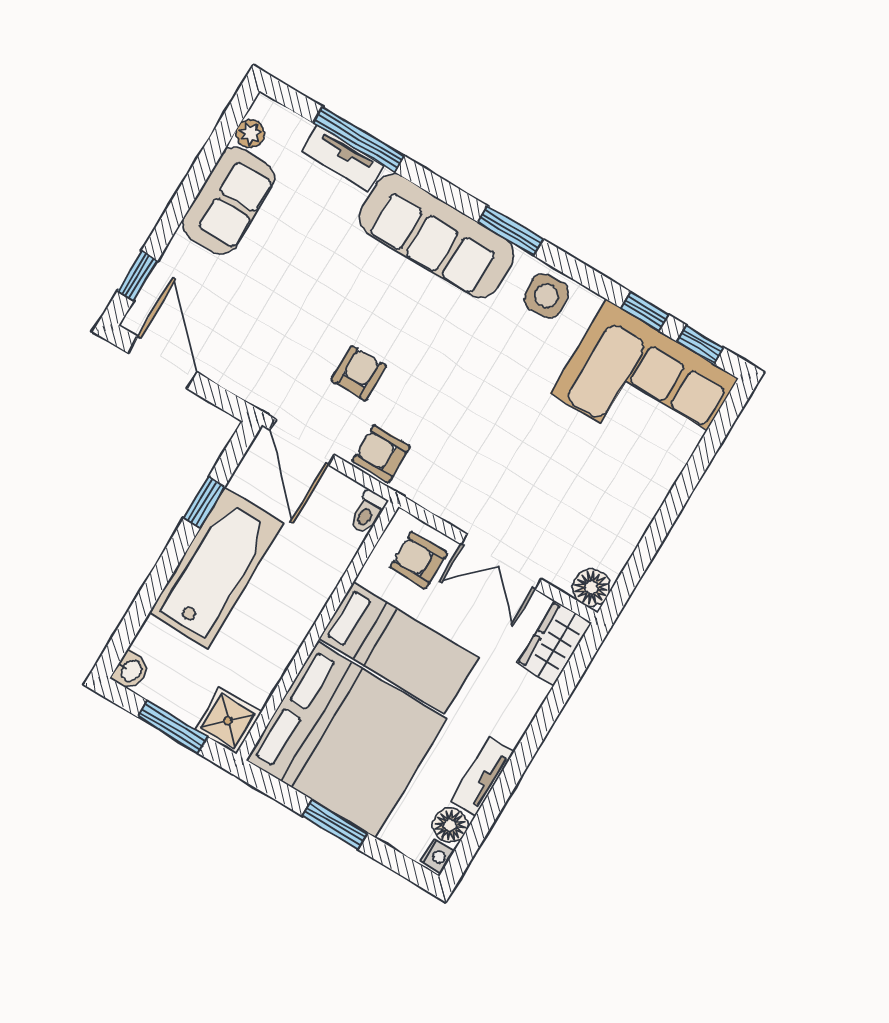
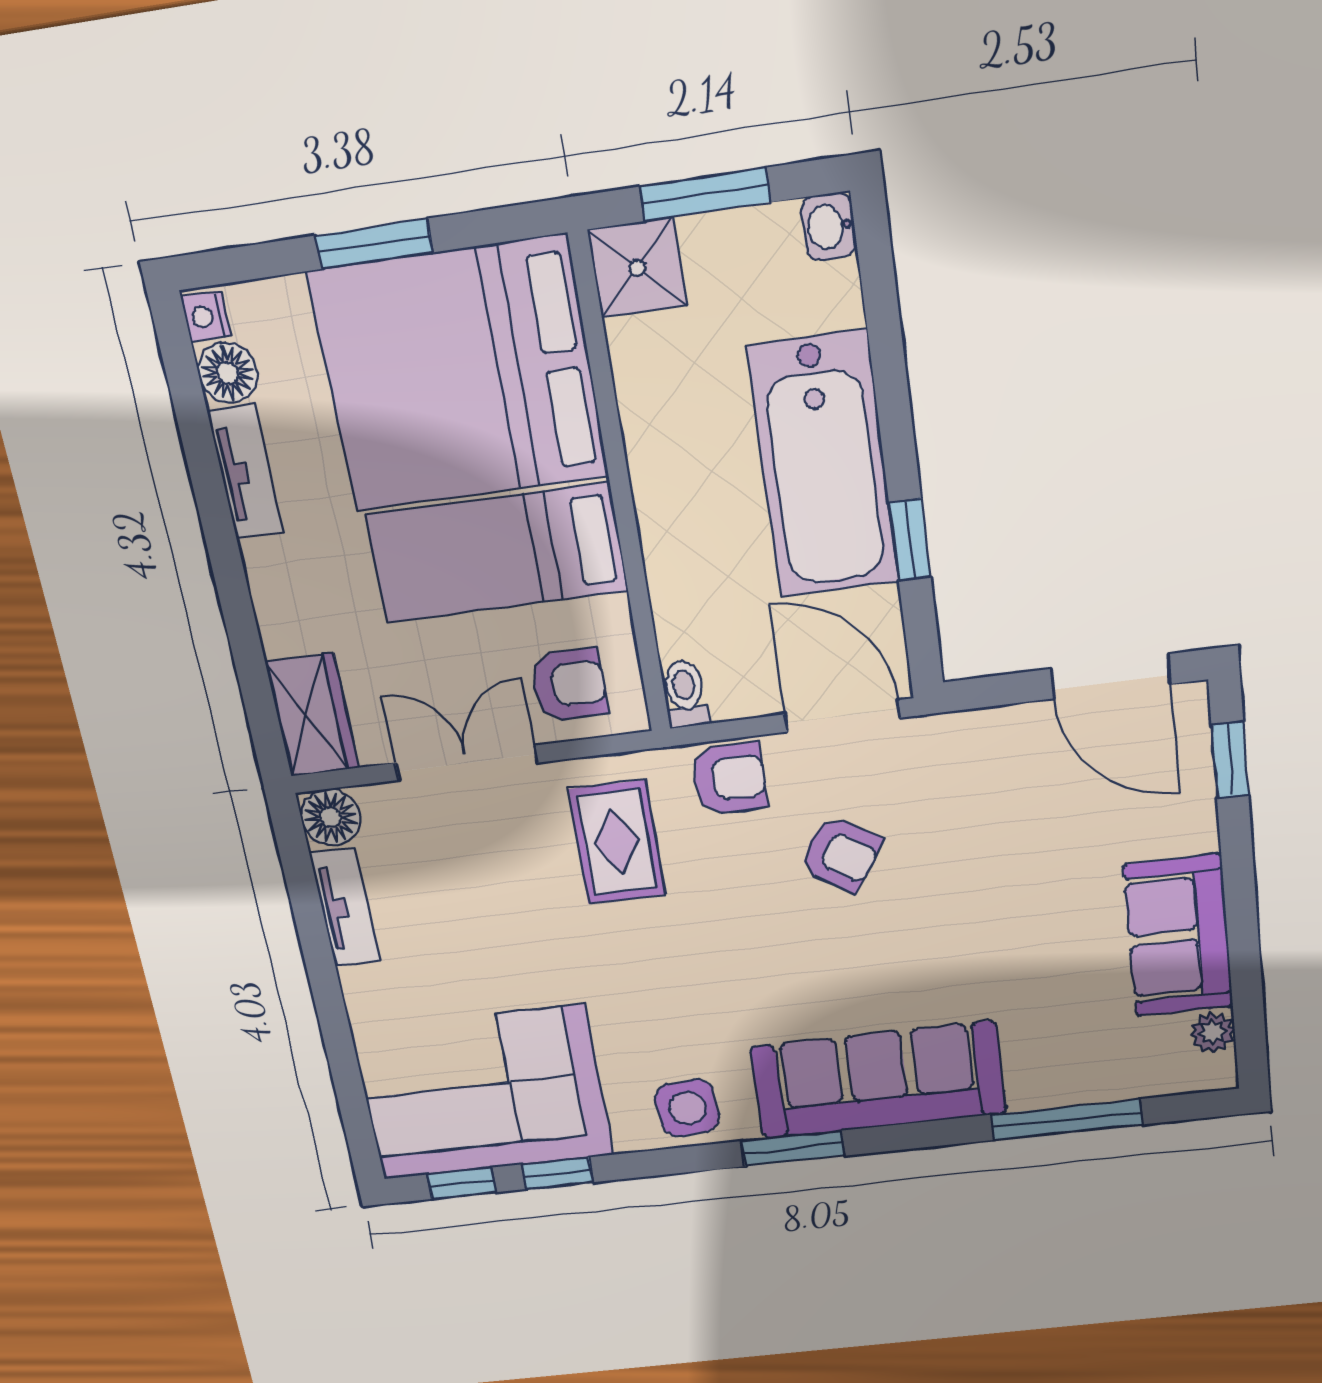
tv unit: (343, 158) -> (345, 907), moved, turned 90
armchair: (359, 373) -> (841, 854), turned -57
rug: (462, 465) -> (617, 842), added

